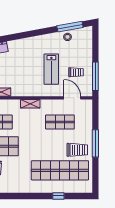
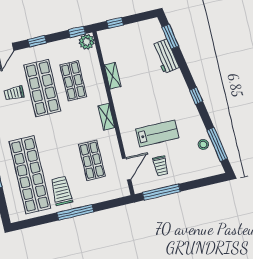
window: (30, 34) -> (196, 96), added
lab bench: (51, 69) -> (157, 133), turned 180
trolley: (77, 150) -> (62, 191), turned 180

